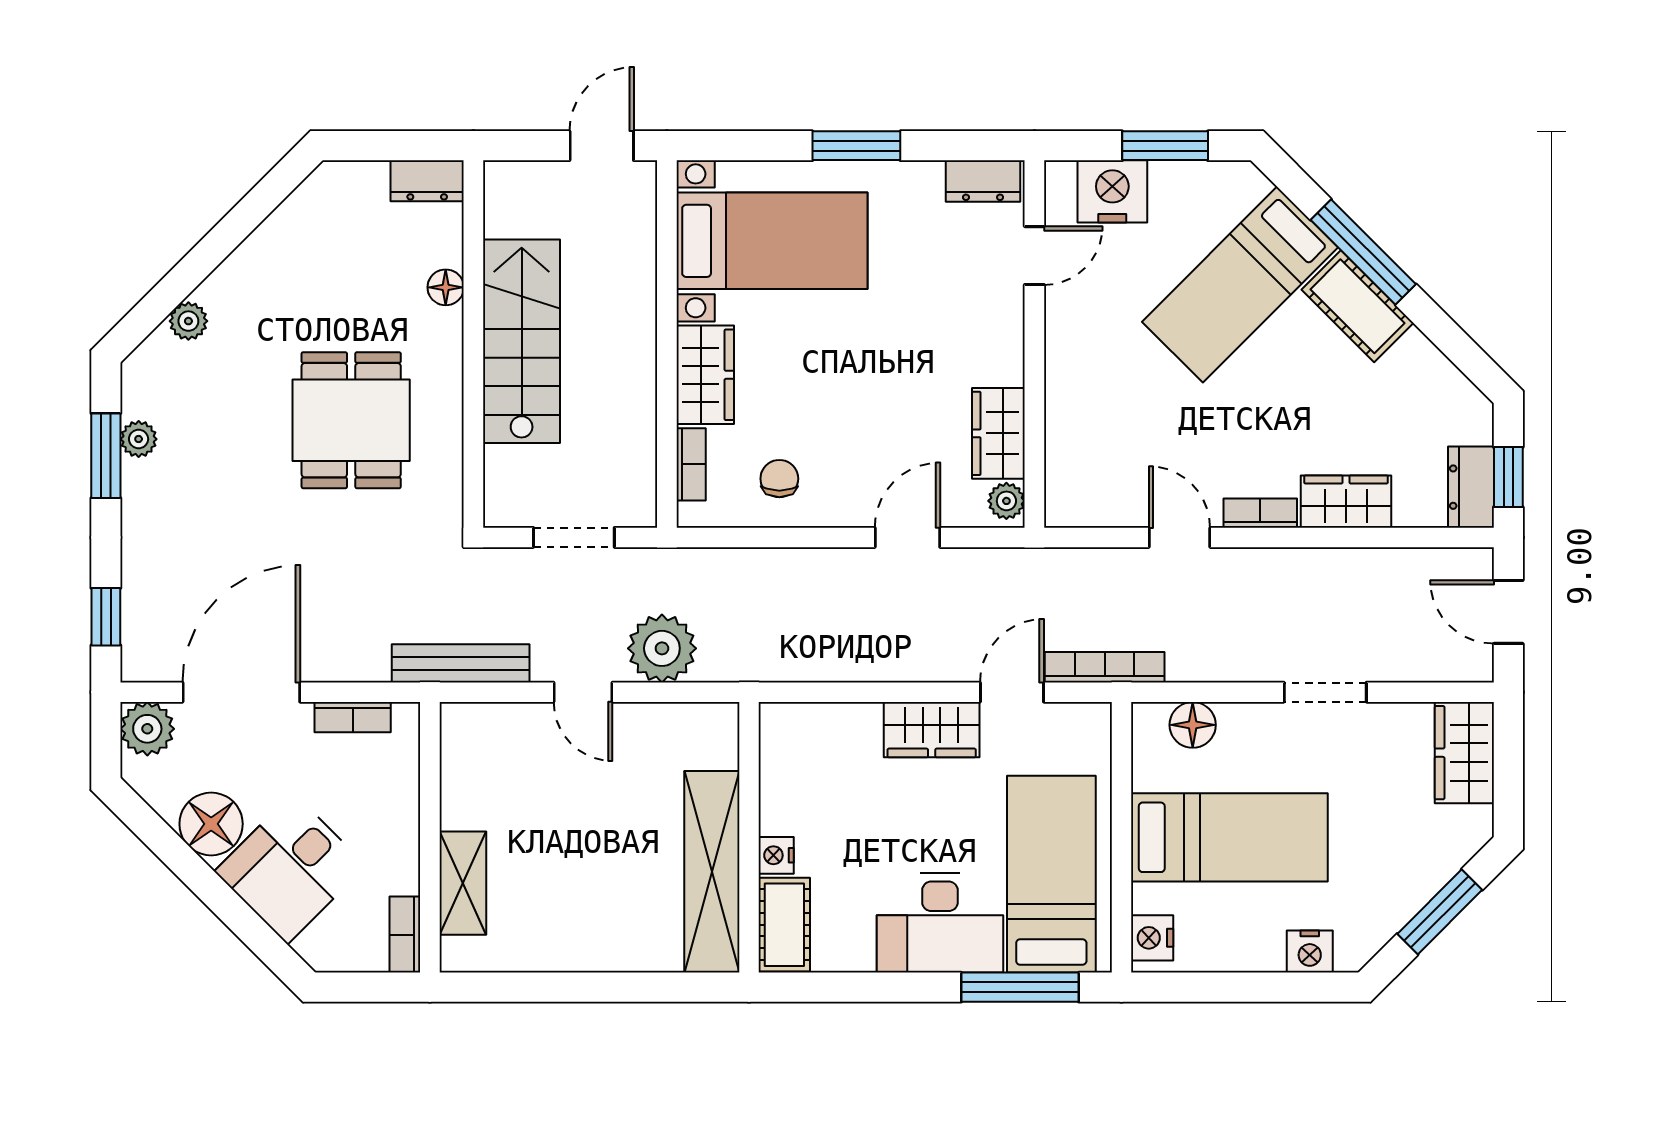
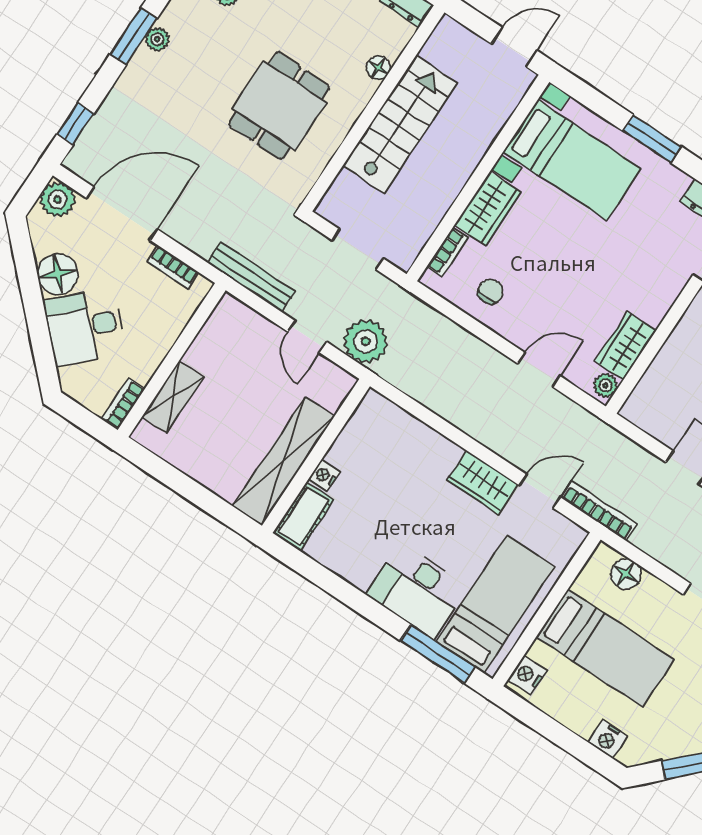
wall: (749, 837) -> (316, 456), moved
nightstand: (776, 855) -> (324, 475), moved
shelving: (712, 872) -> (283, 461), moved
cot: (784, 925) -> (304, 516), moved

